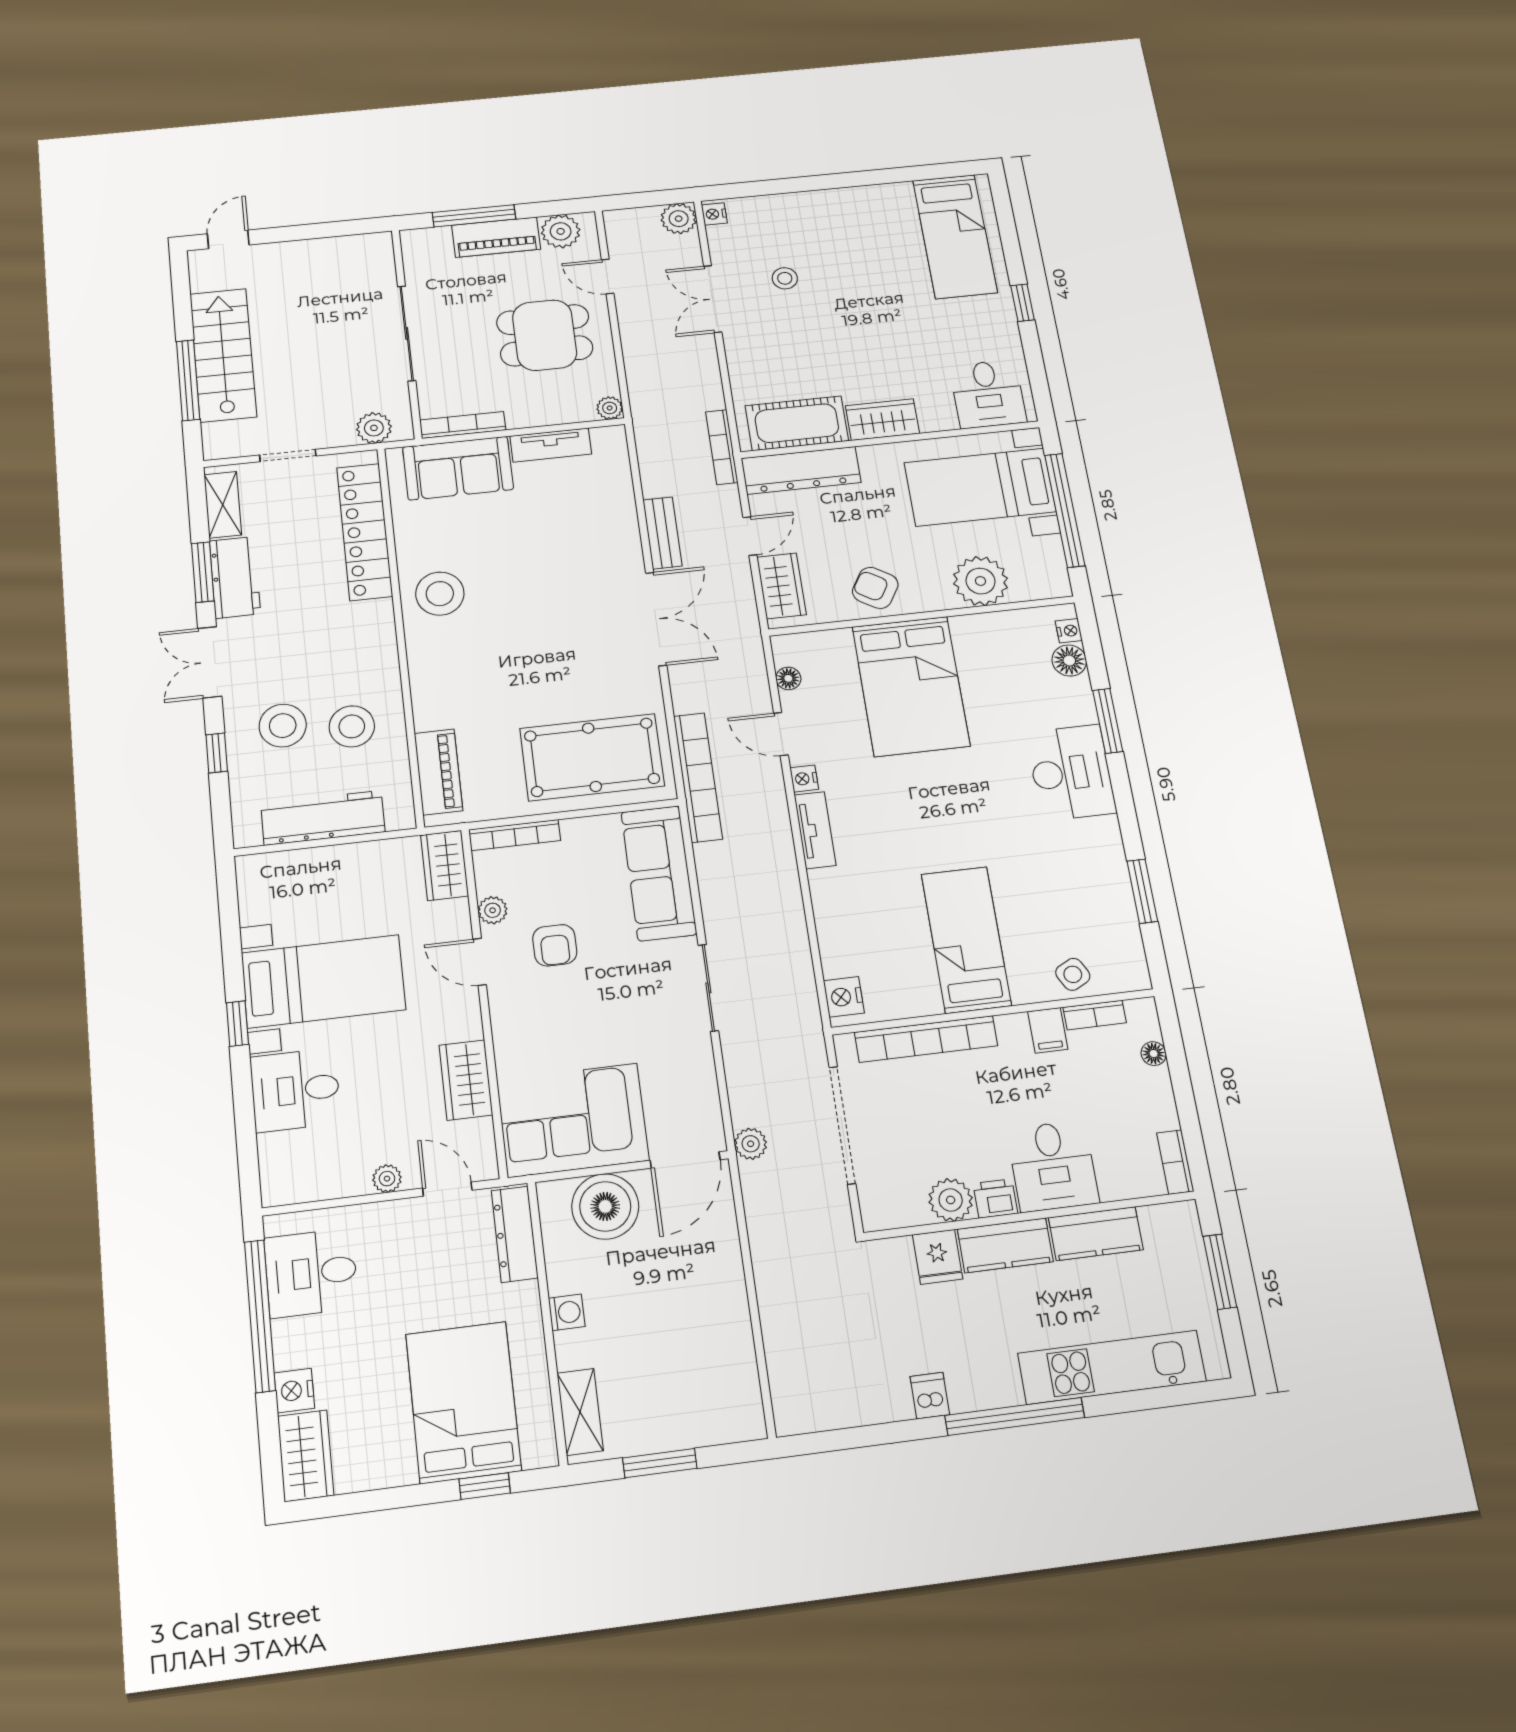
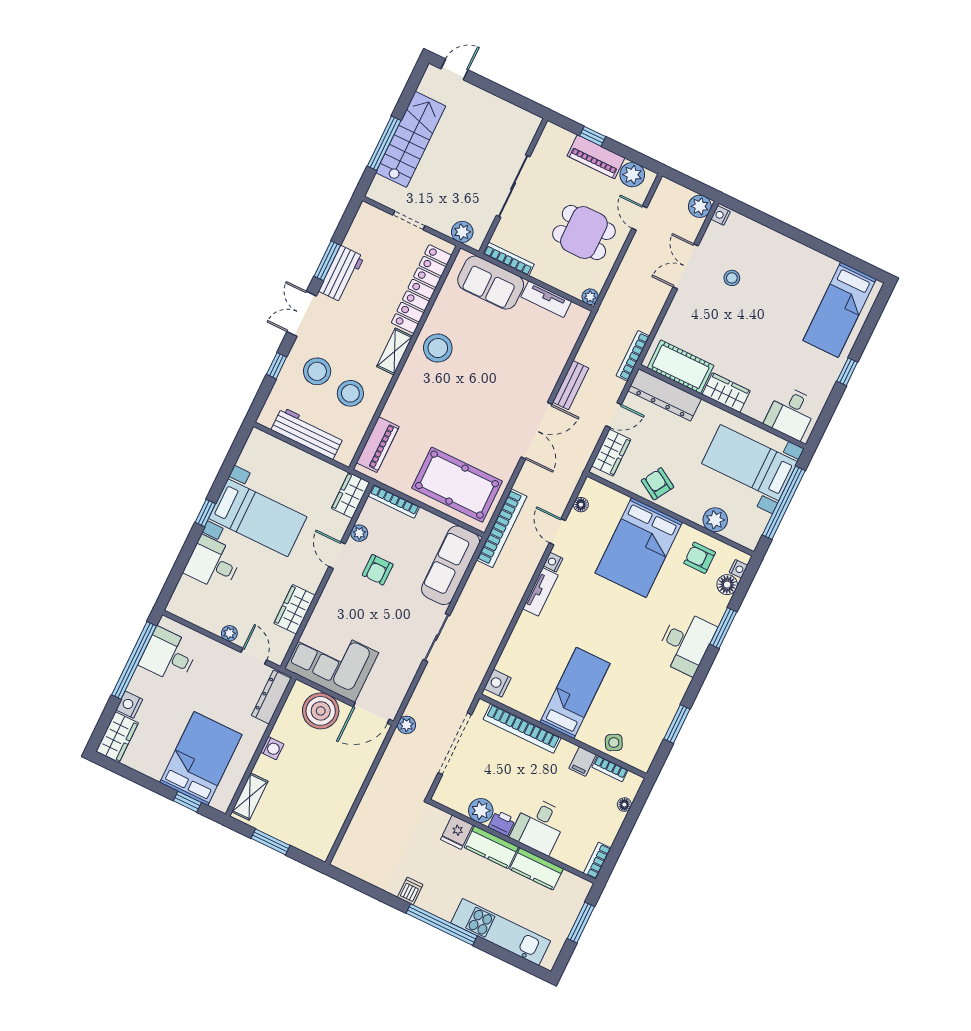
window: (474, 216) -> (593, 136), width x0.46
shelving: (223, 505) -> (395, 351), moved
plant: (980, 581) -> (715, 520), width x0.73, depth x0.73
armchair: (1005, 648) -> (700, 558), added

